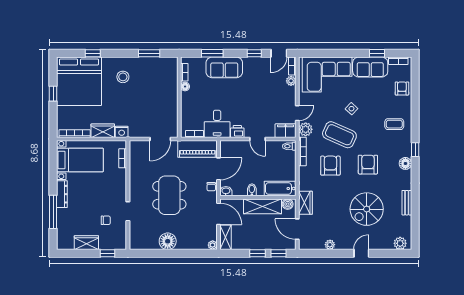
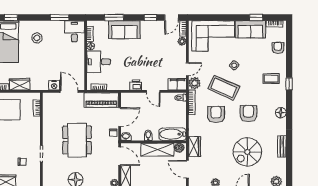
desk: (166, 69) -> (74, 31), added
desk: (217, 124) -> (99, 62), moved, turned 90
nightstand: (122, 132) -> (54, 85), moved
door: (160, 139) -> (69, 91), swing flipped
window: (415, 150) -> (289, 84), moved

